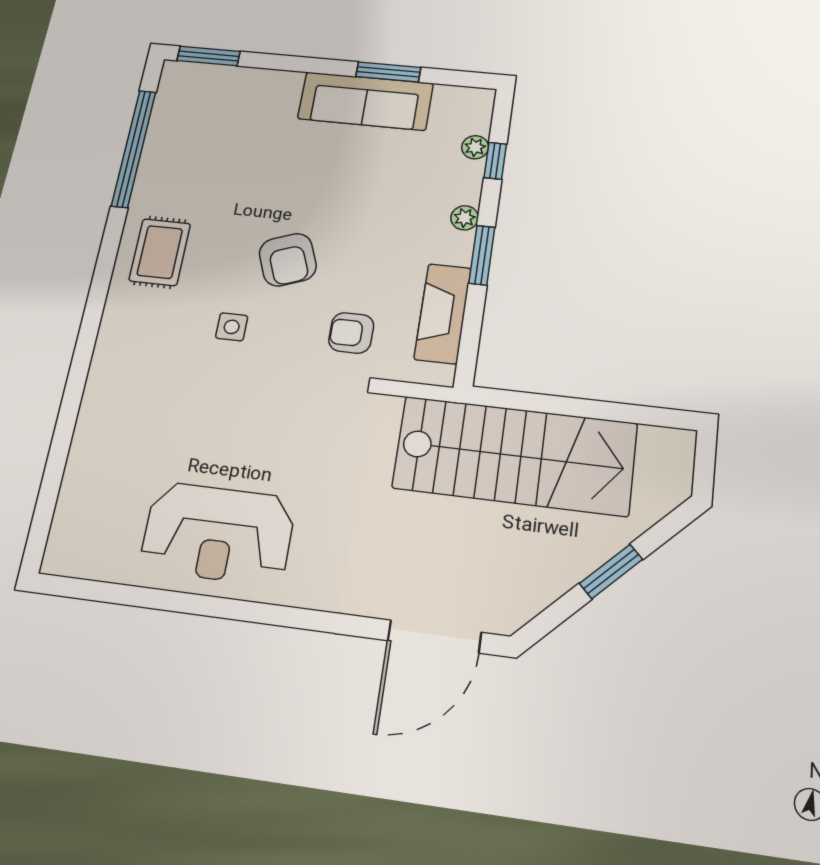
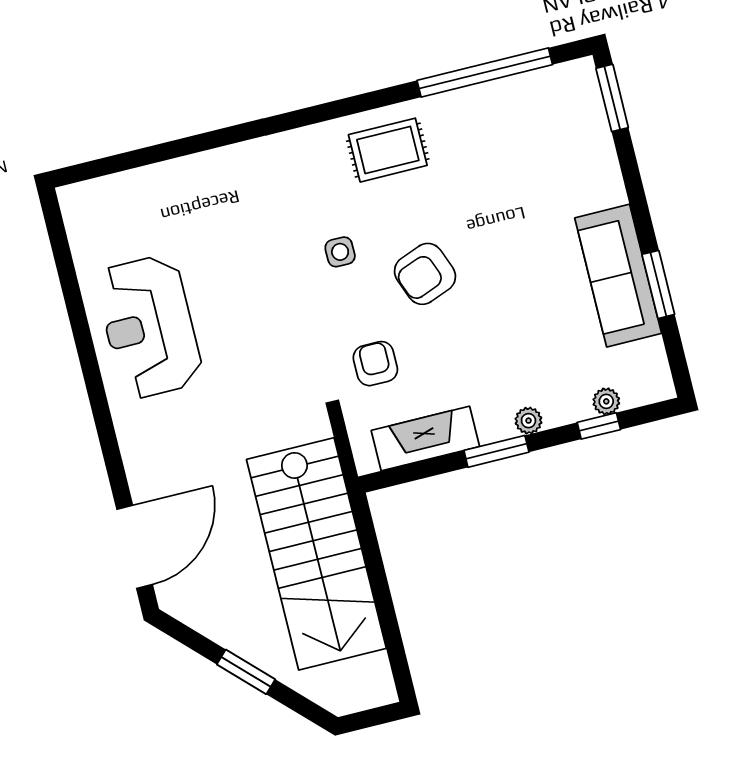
door: (434, 637) -> (135, 547), swing flipped

